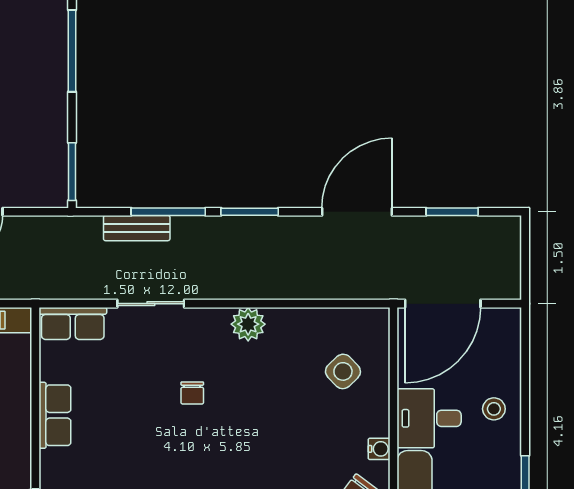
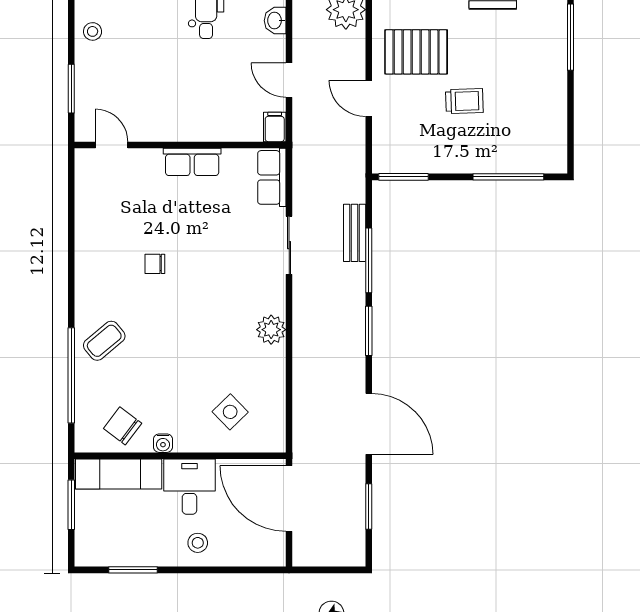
chair: (192, 393) -> (155, 264), moved

